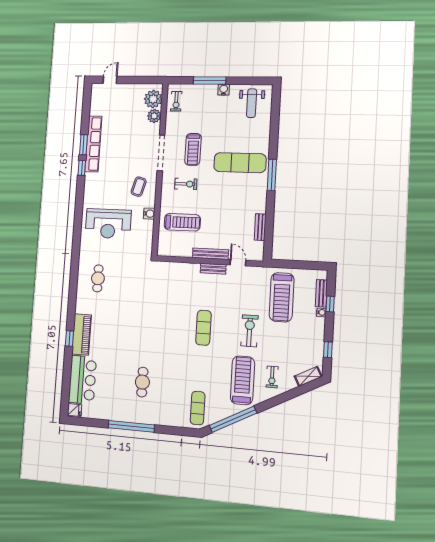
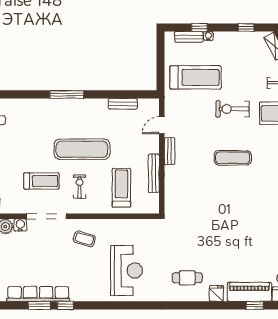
exercise mat: (240, 163) -> (82, 149), moved, turned 90
water cooler: (149, 214) -> (20, 225), moved
bench: (210, 254) -> (154, 173), moved
fridge: (82, 304) -> (216, 293), added

